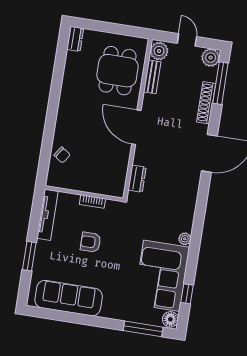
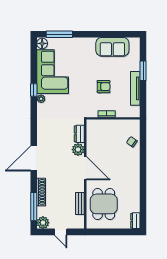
plant: (159, 51) -> (78, 150), moved
tv unit: (47, 215) -> (135, 88), moved
window: (187, 294) -> (34, 90), moved
sofa: (69, 298) -> (112, 47), width x0.73

